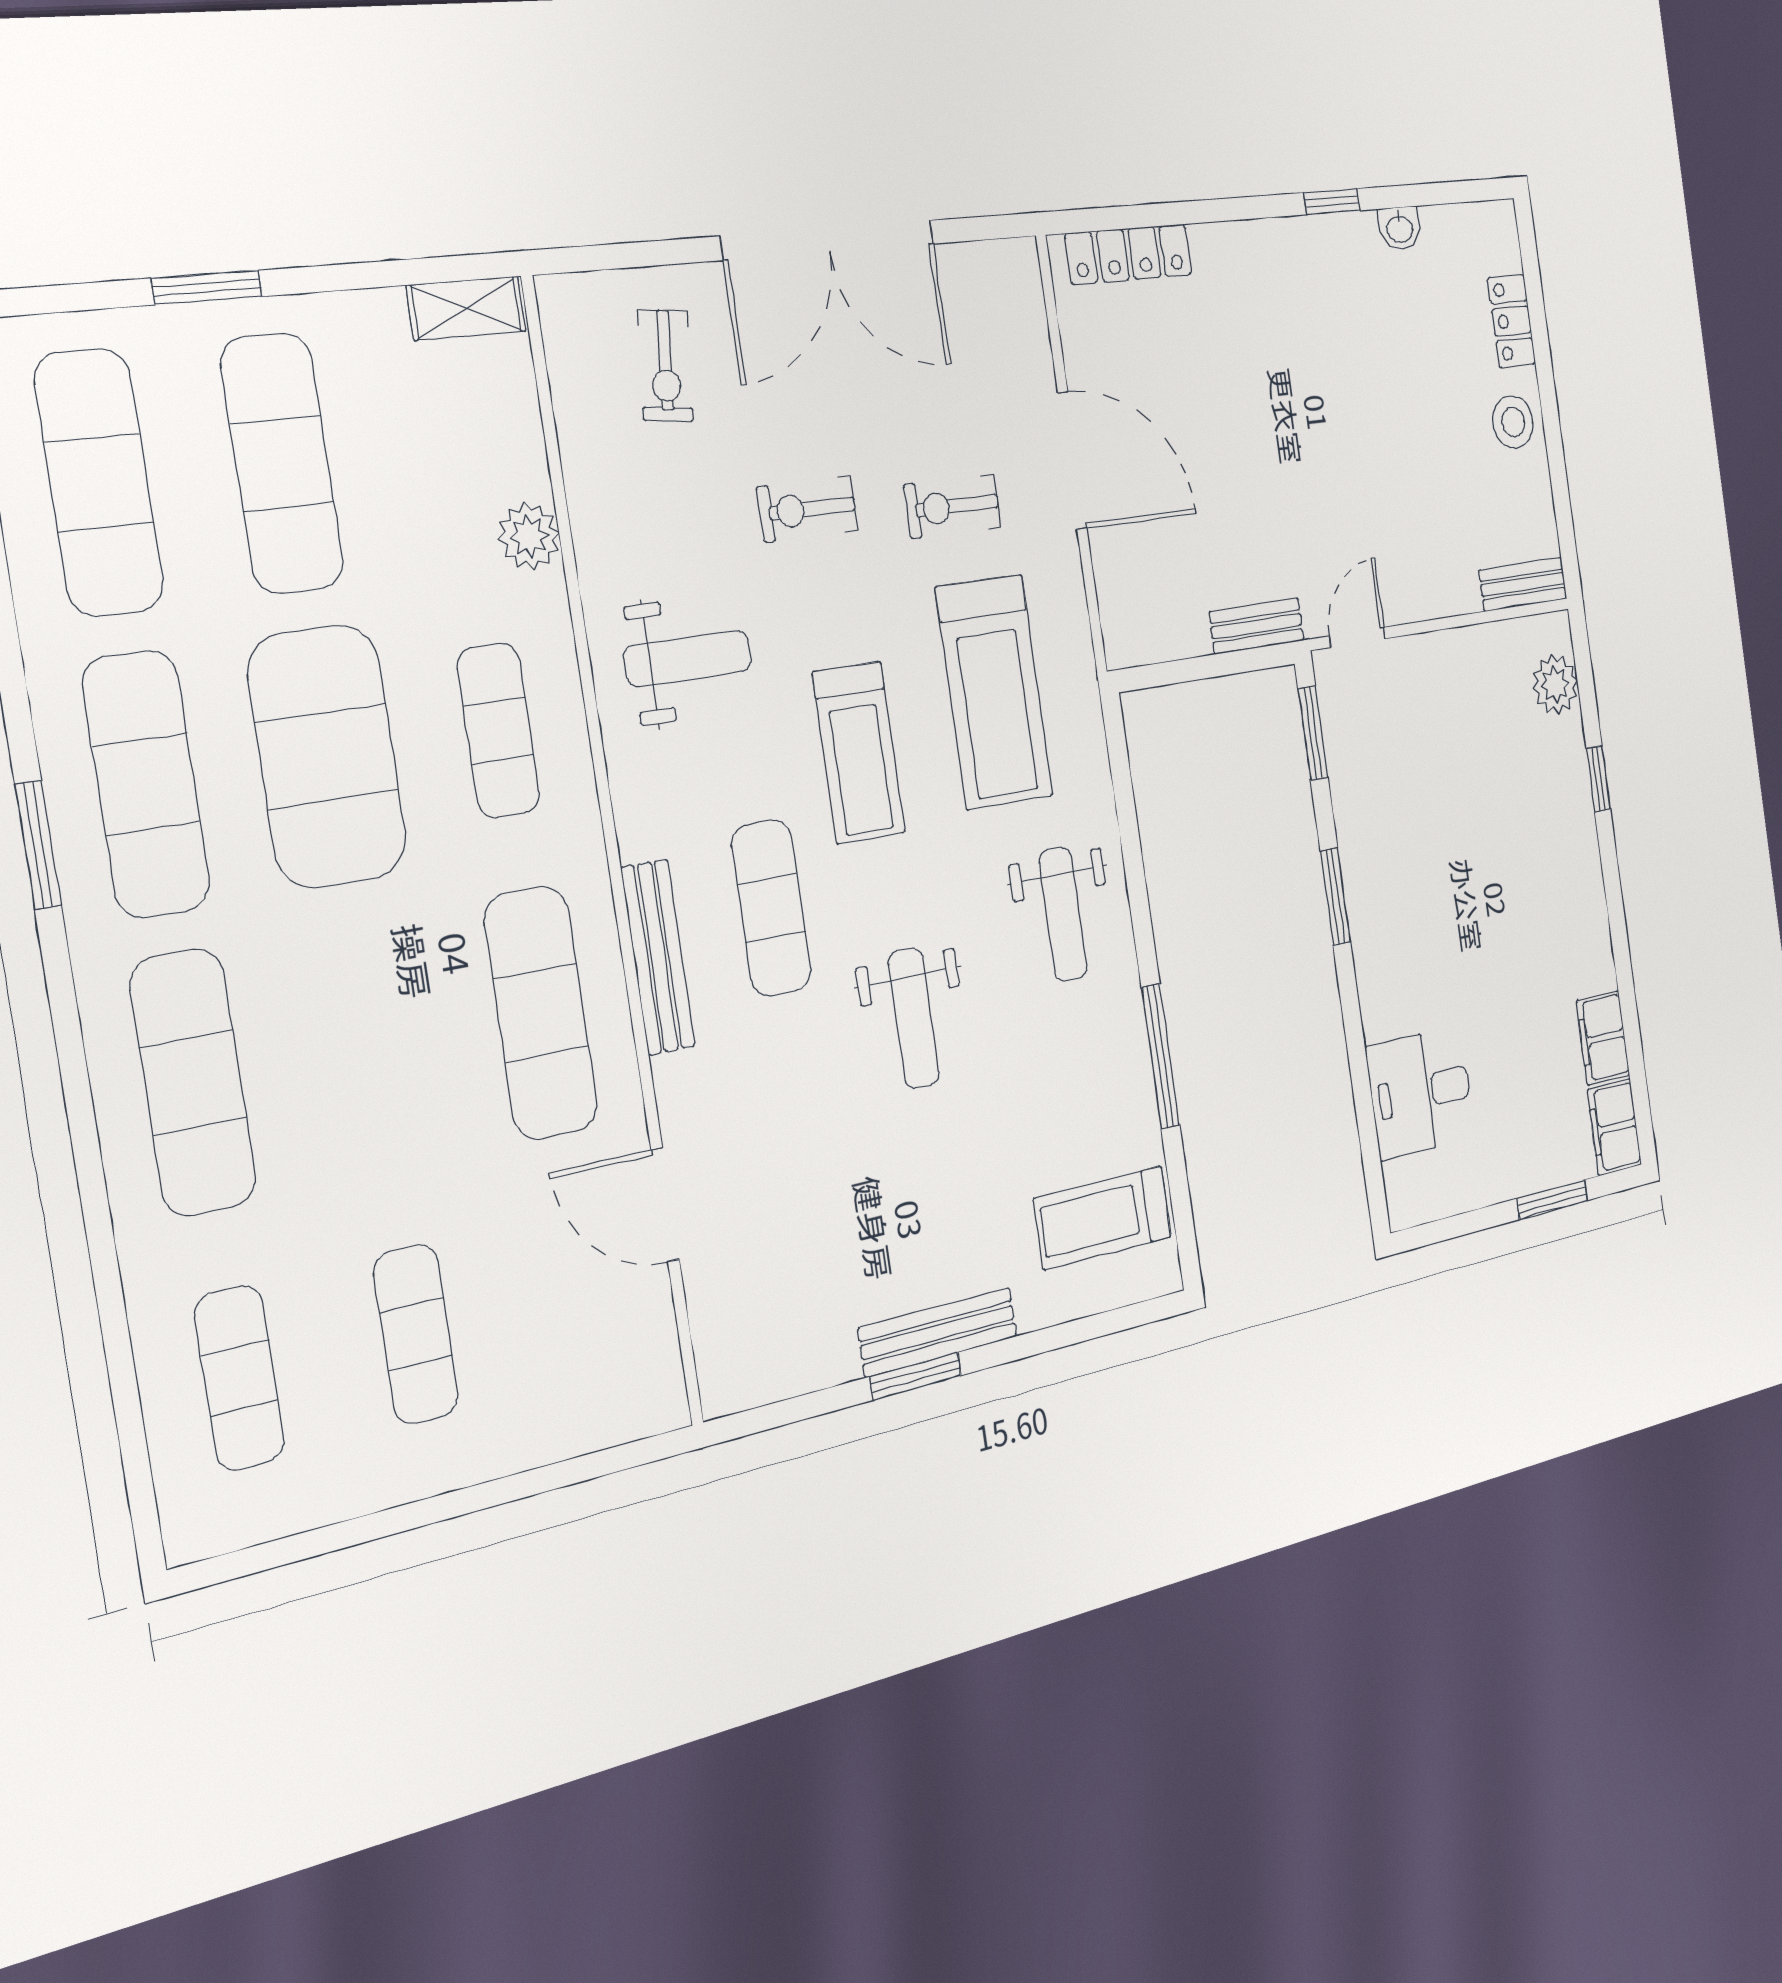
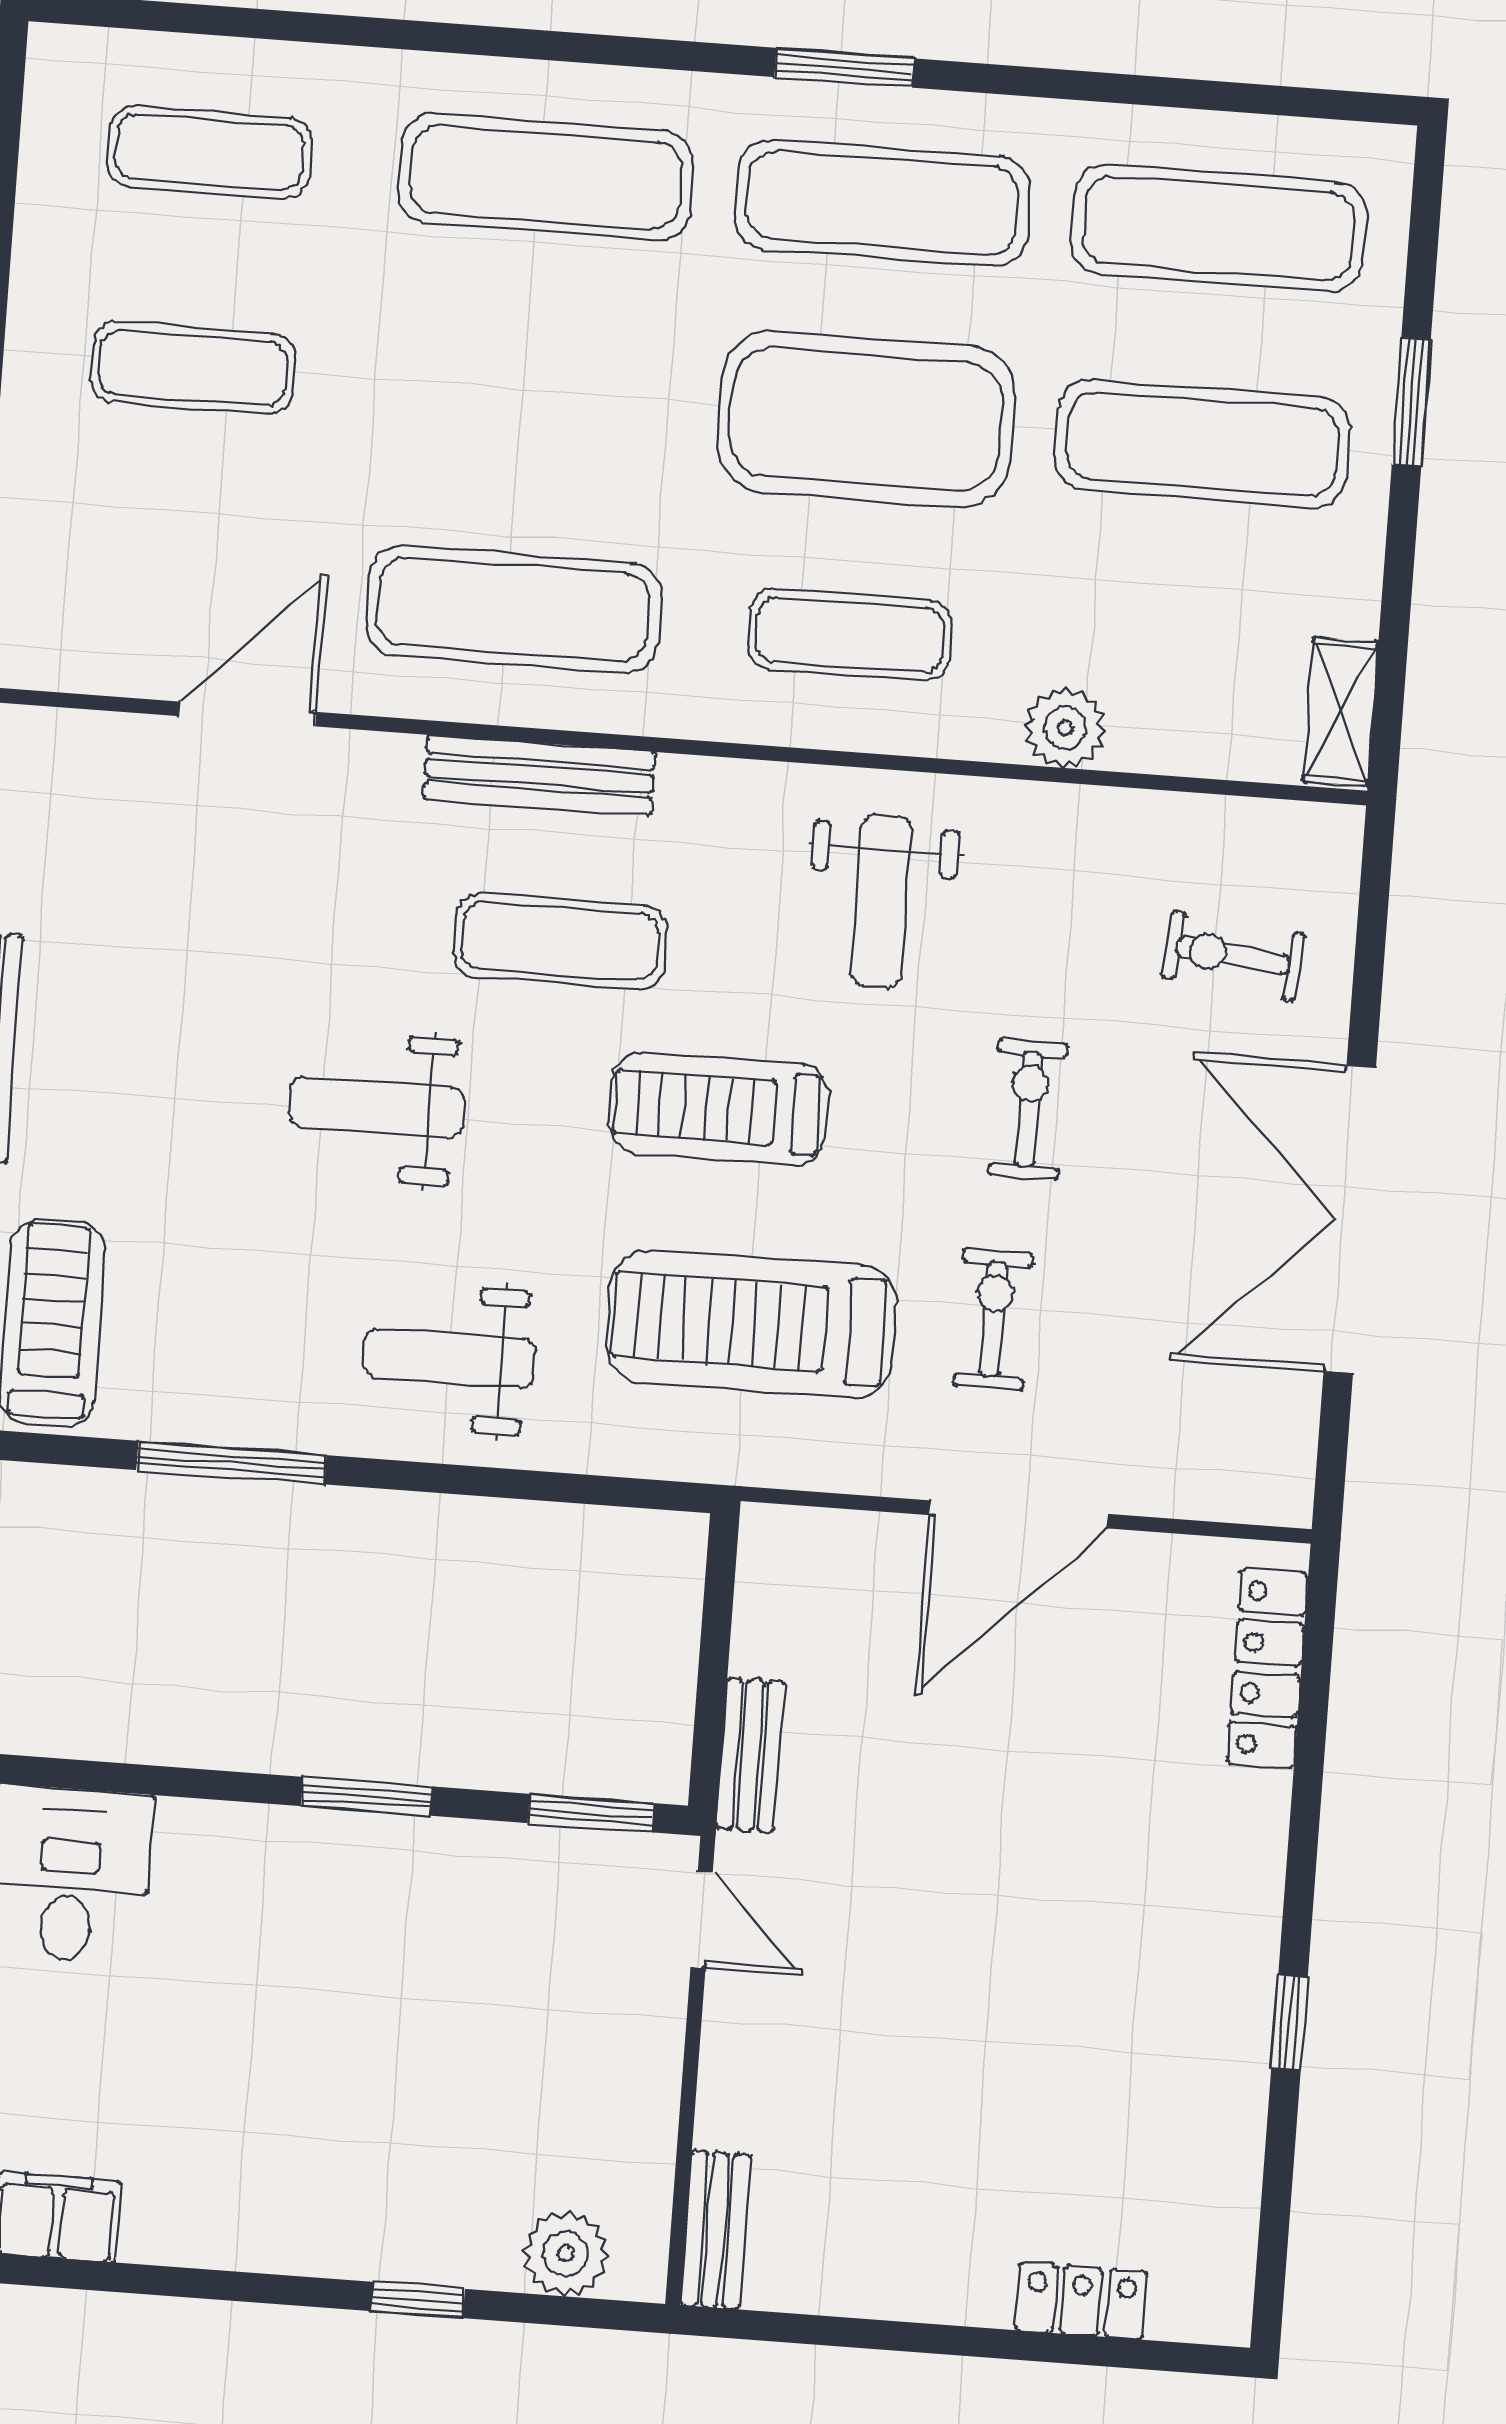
washbasin: (1400, 228) -> (1238, 2131), removed
stool: (1513, 422) -> (942, 2268), removed

